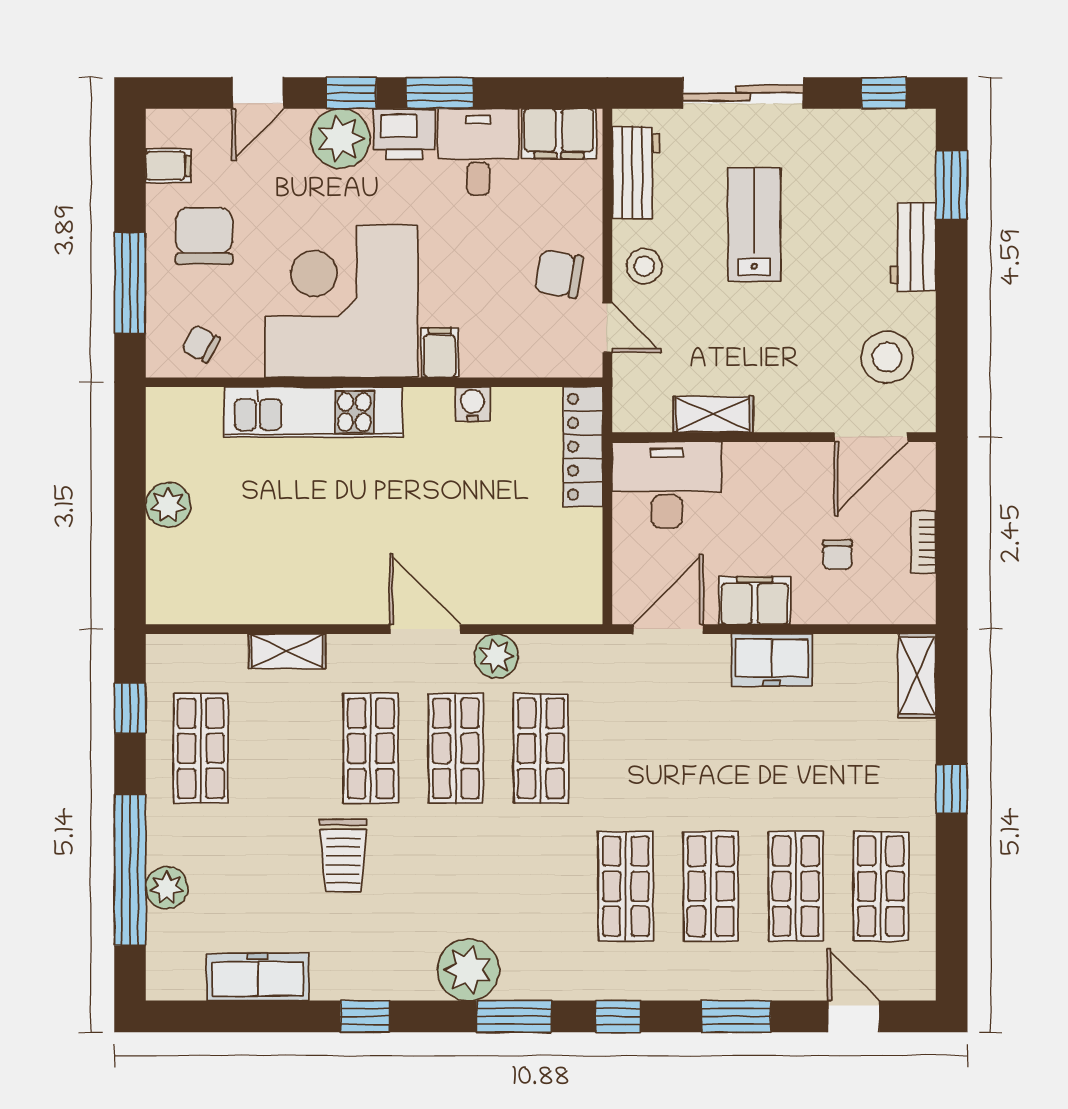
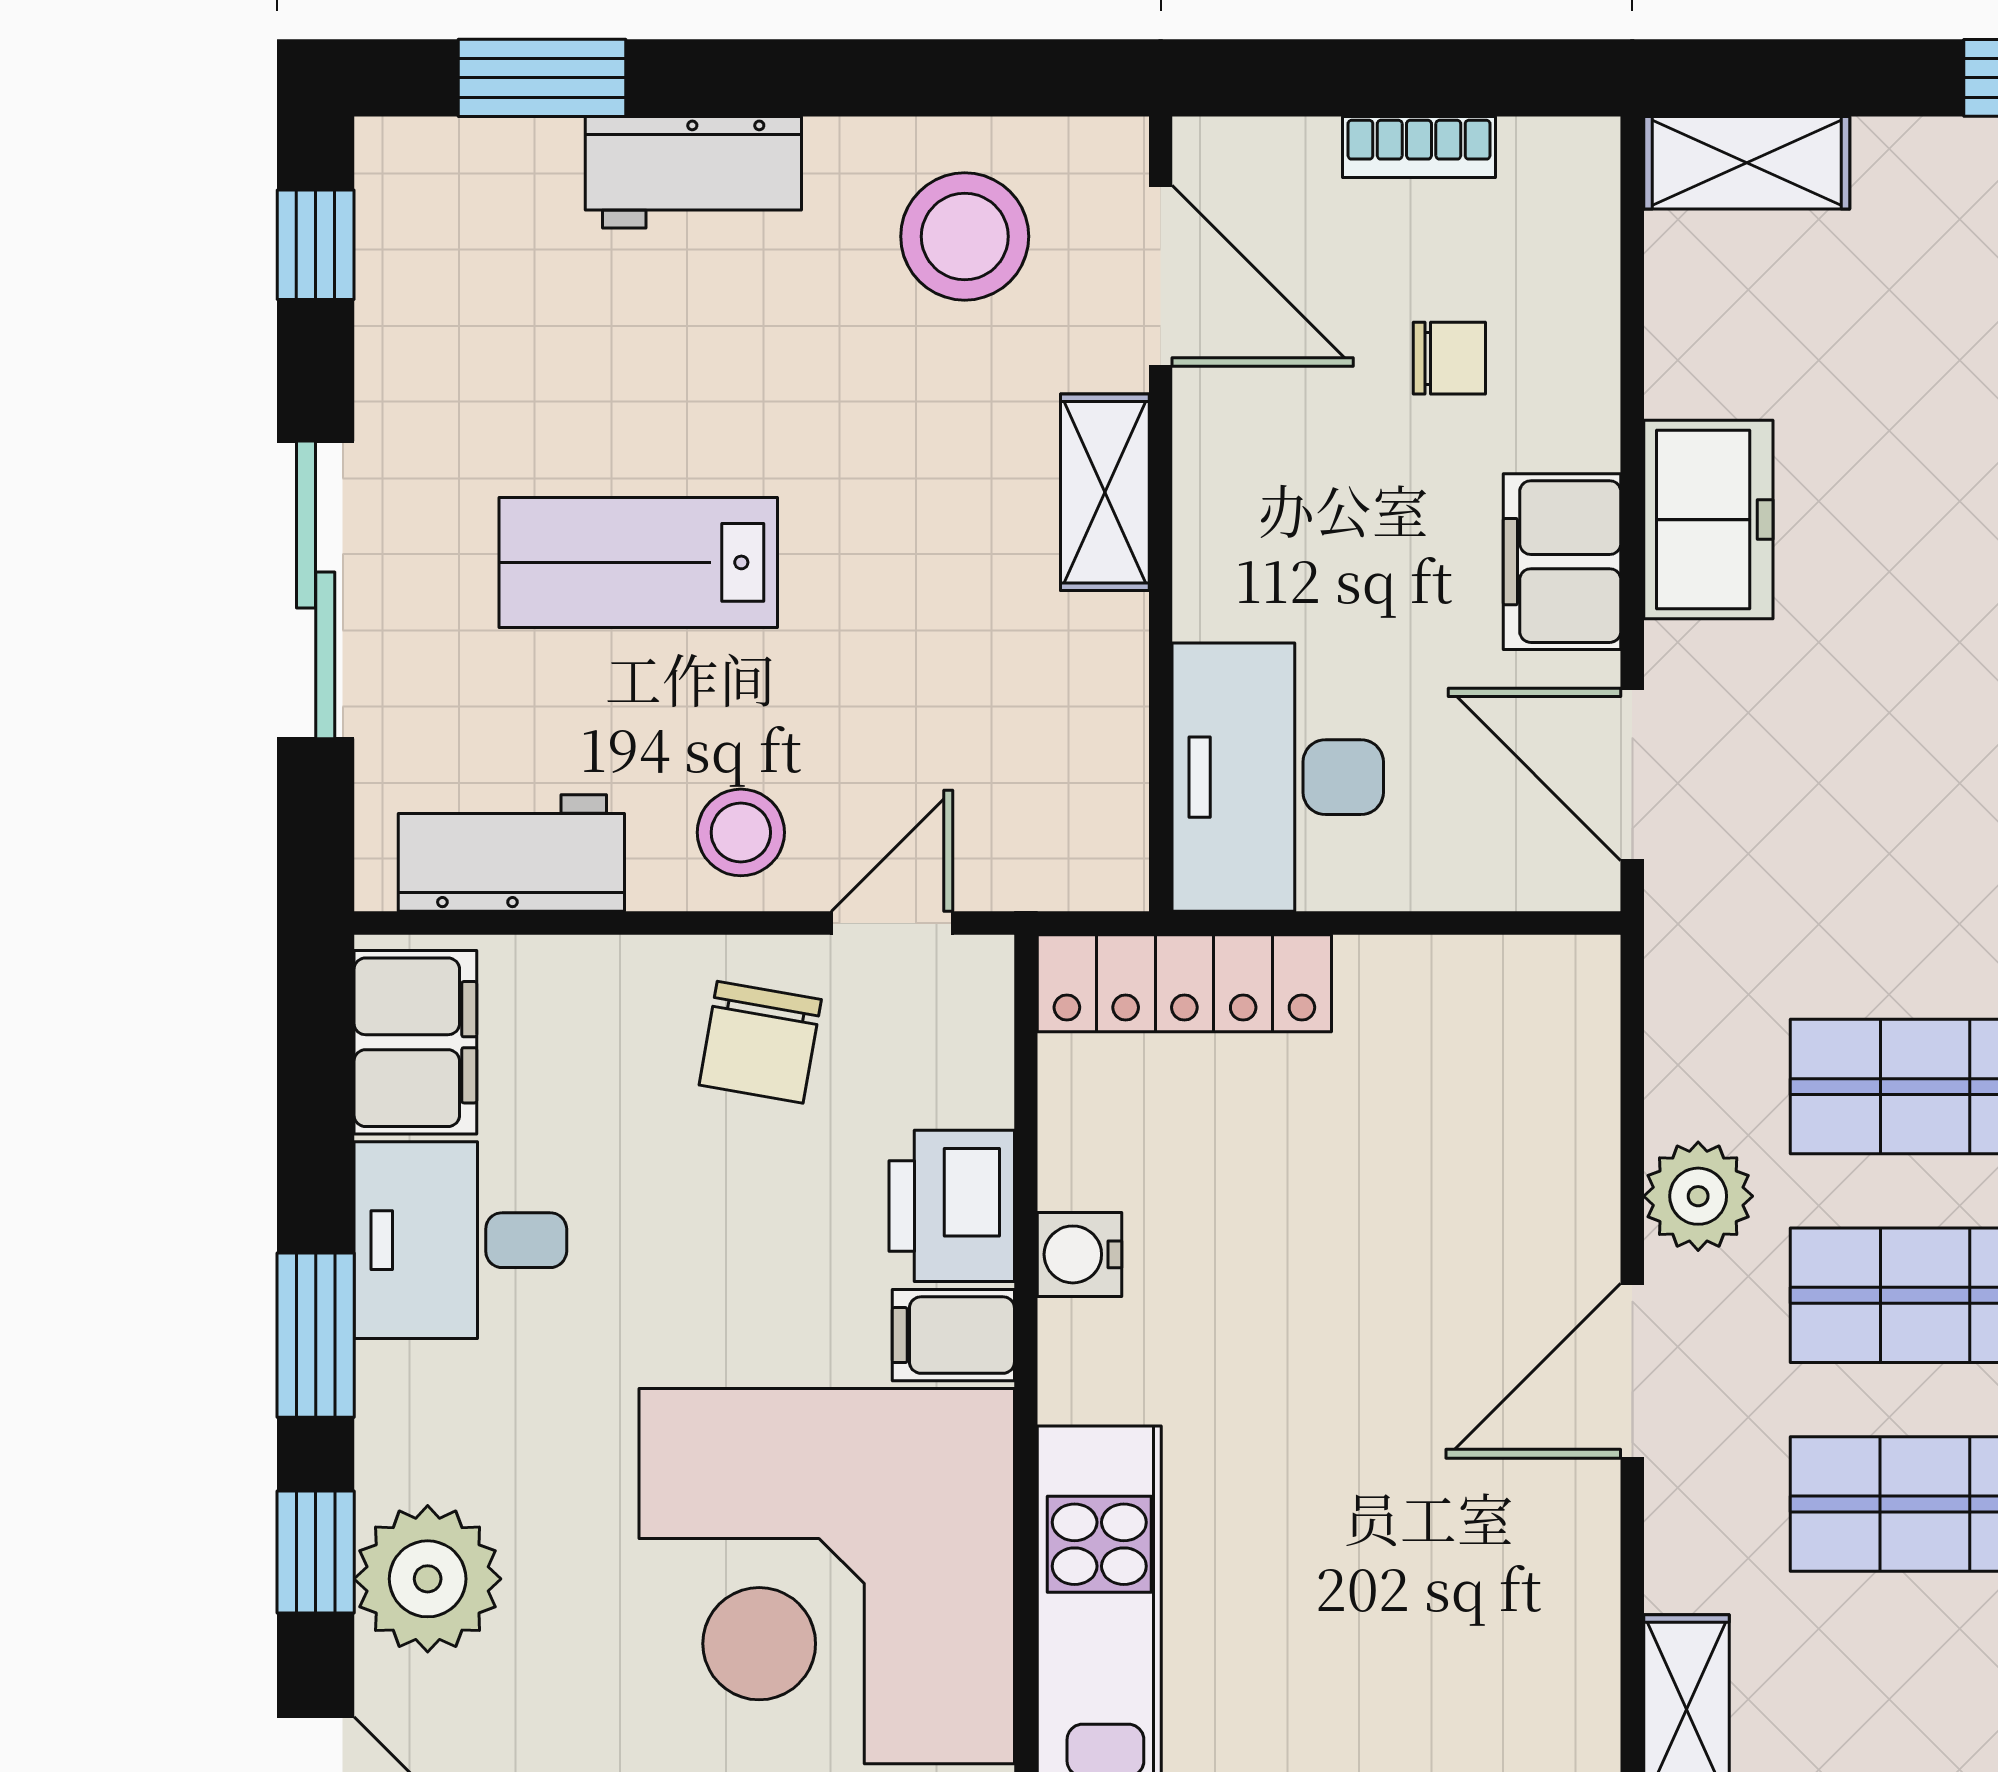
printer: (404, 134) -> (952, 1206), moved, turned 180
shelving: (713, 414) -> (1105, 492), moved

